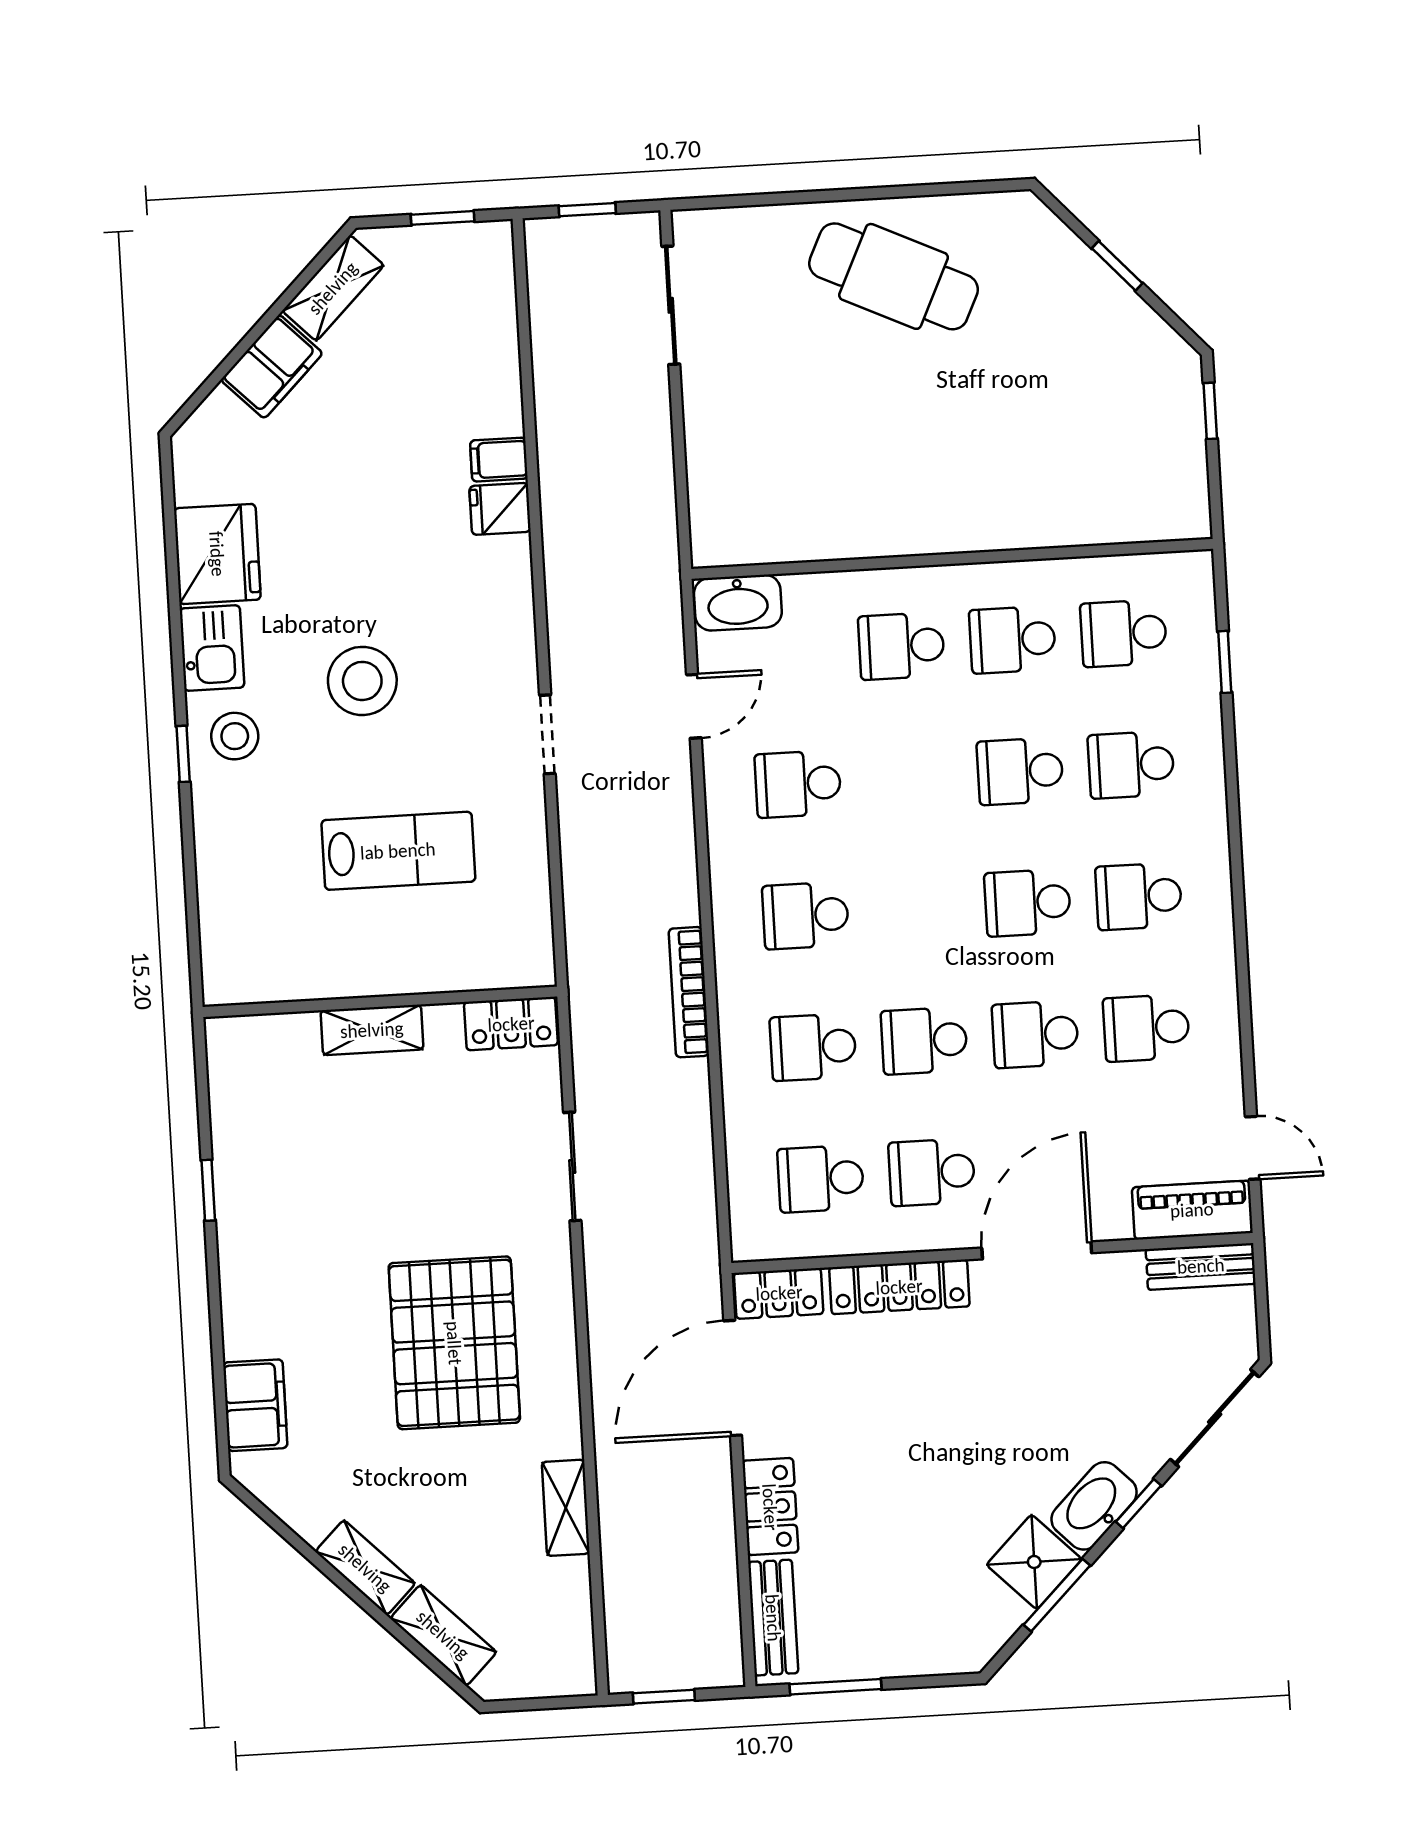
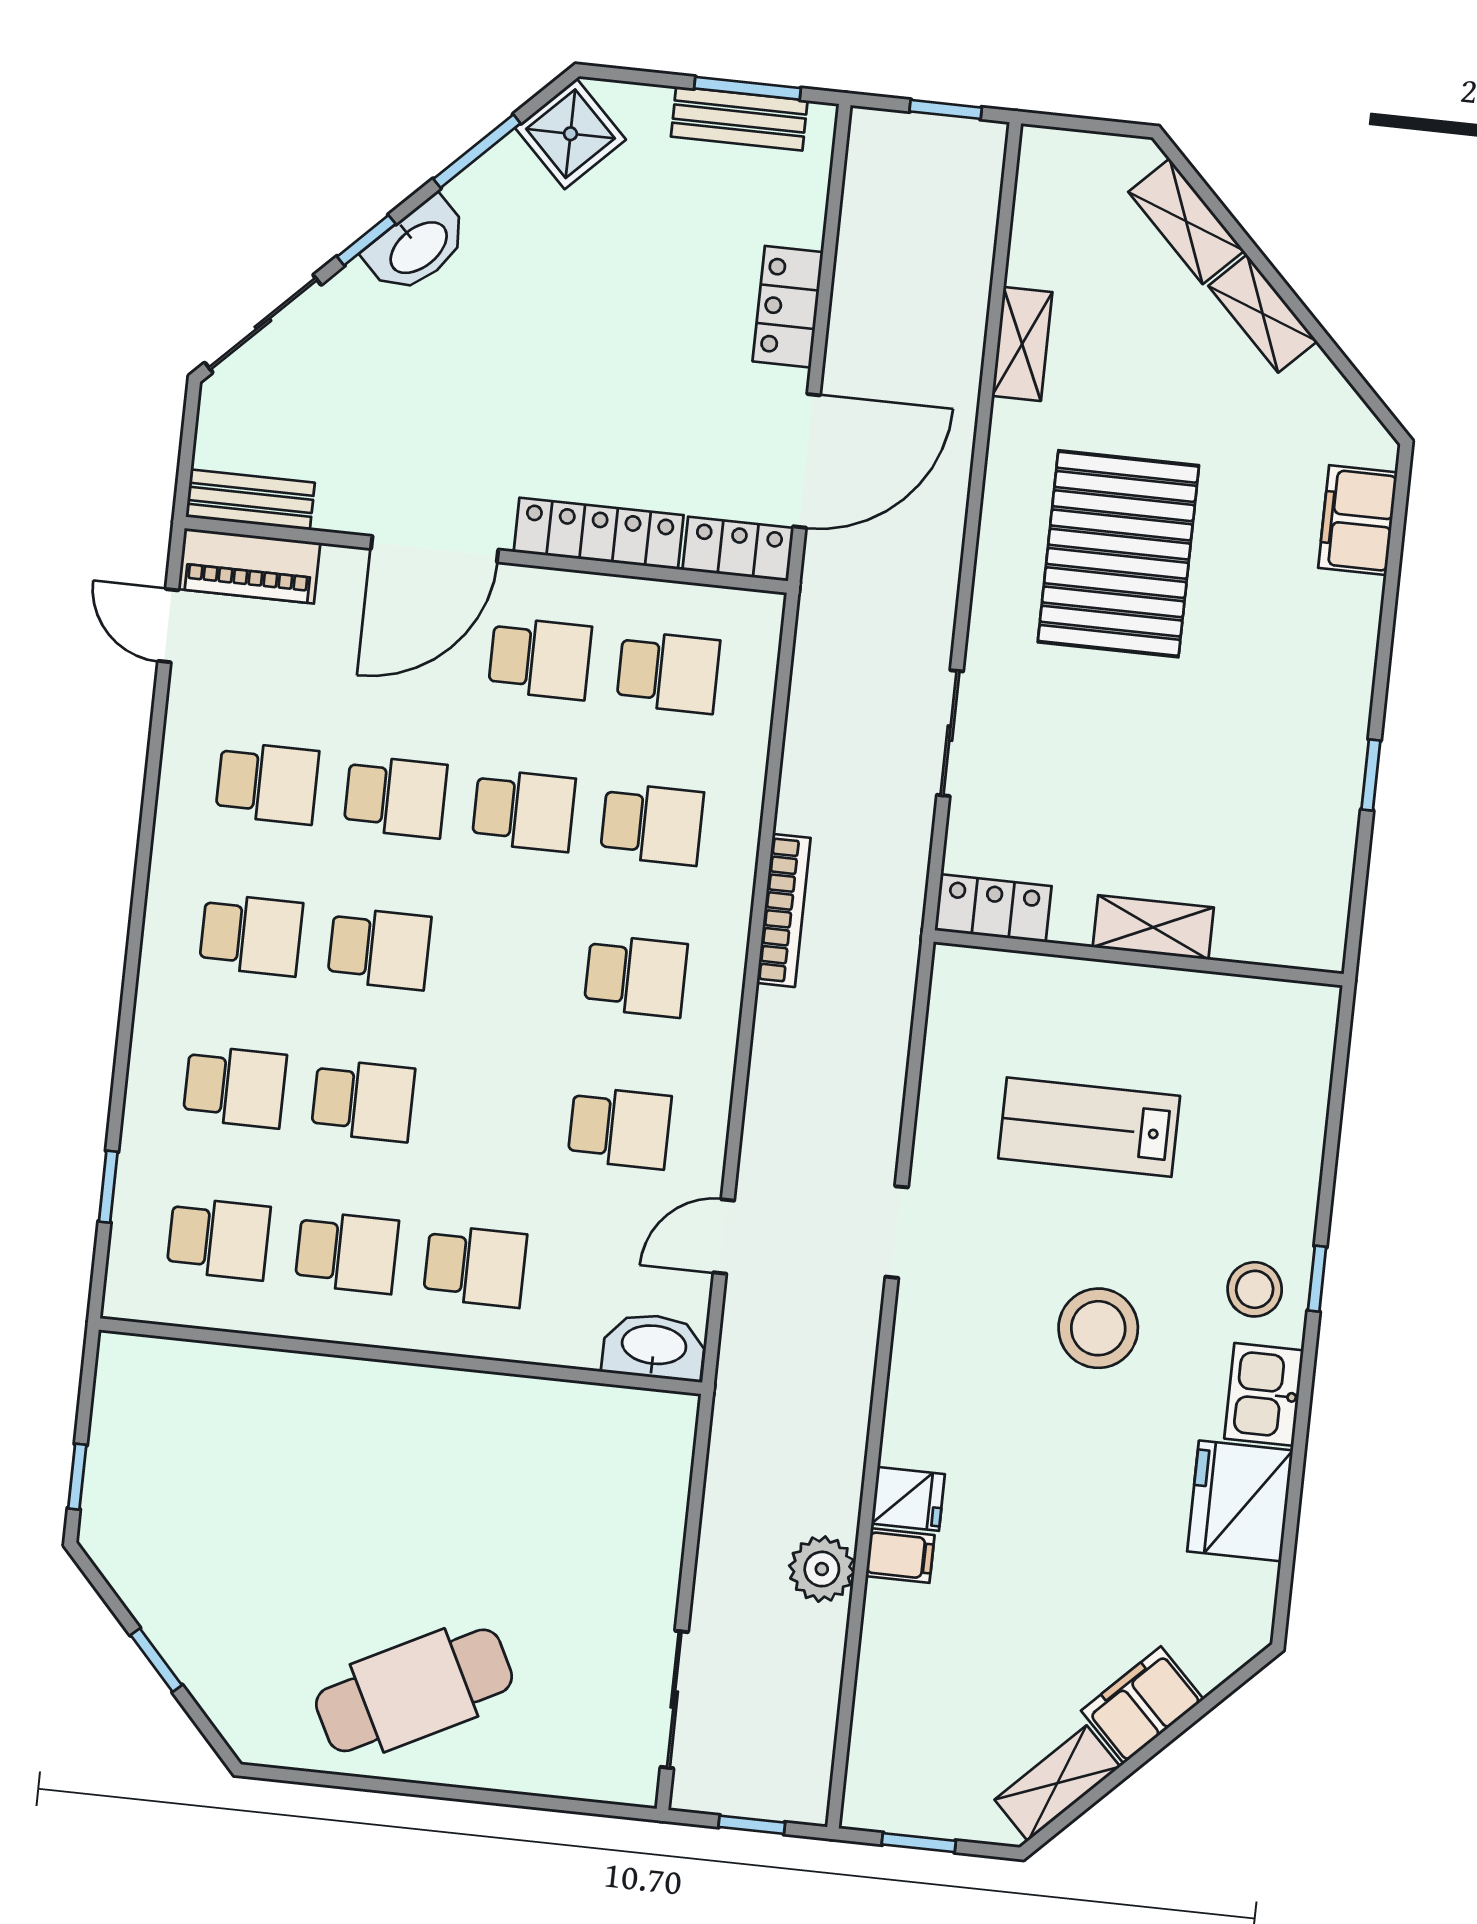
cafe table: (894, 276) -> (414, 1690), turned -52
plant: (564, 437) -> (822, 1569), added
shower: (1034, 1562) -> (570, 134), moved
bench: (773, 1618) -> (739, 119), moved, turned 90

